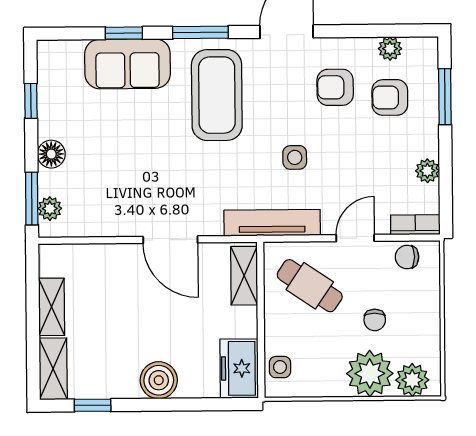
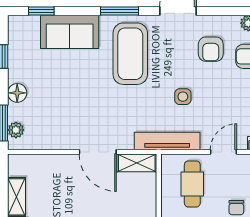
window: (124, 33) -> (41, 11), moved
armchair: (335, 87) -> (211, 49), turned -90
shelving: (244, 276) -> (137, 163), moved, turned 90
cafe table: (310, 286) -> (192, 184), turned 56

